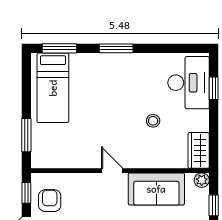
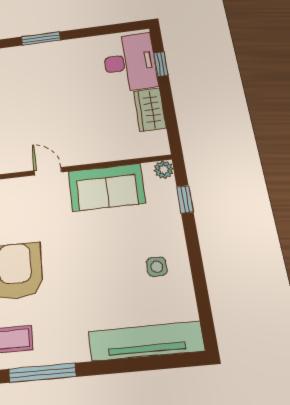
stool: (153, 121) -> (93, 108), removed
wardrobe: (199, 150) -> (150, 110), moved

